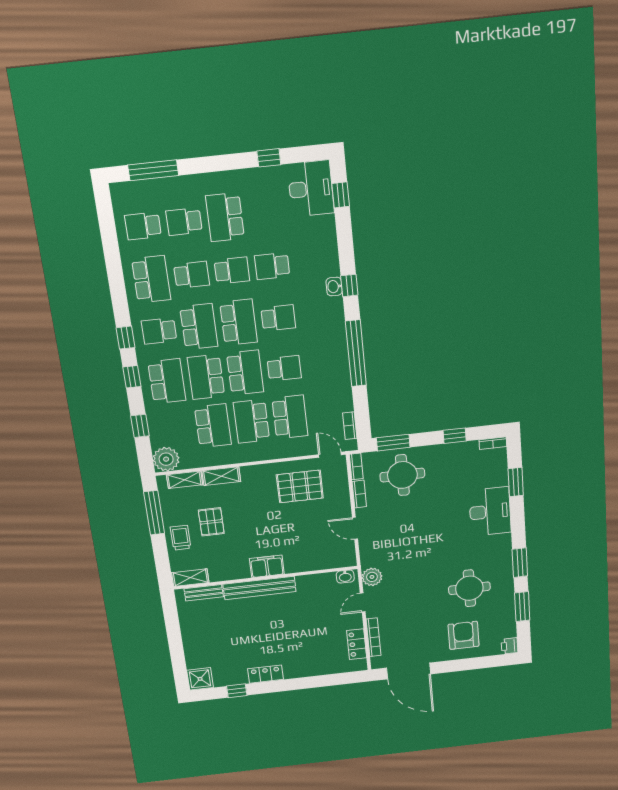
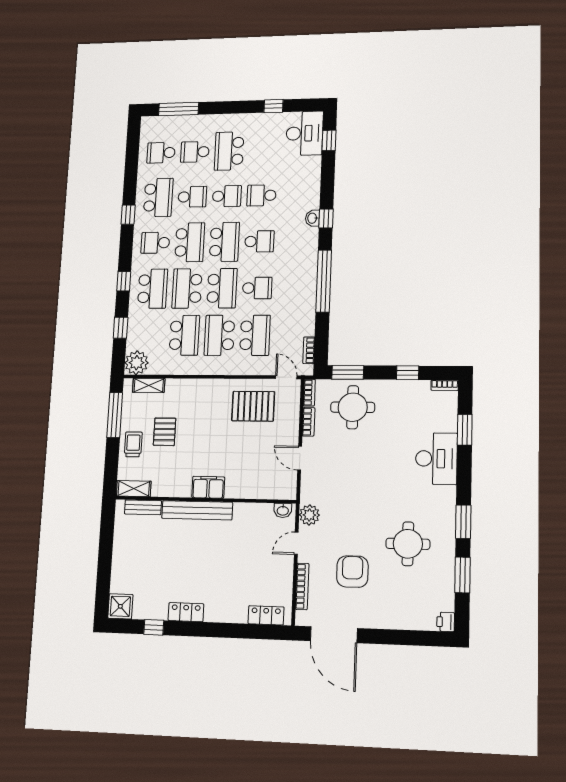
window: (126, 338) -> (128, 215), moved
shelving: (221, 476) -> (183, 386), removed
armchair: (464, 635) -> (352, 572), moved
locker: (357, 644) -> (266, 615), moved, turned 90

